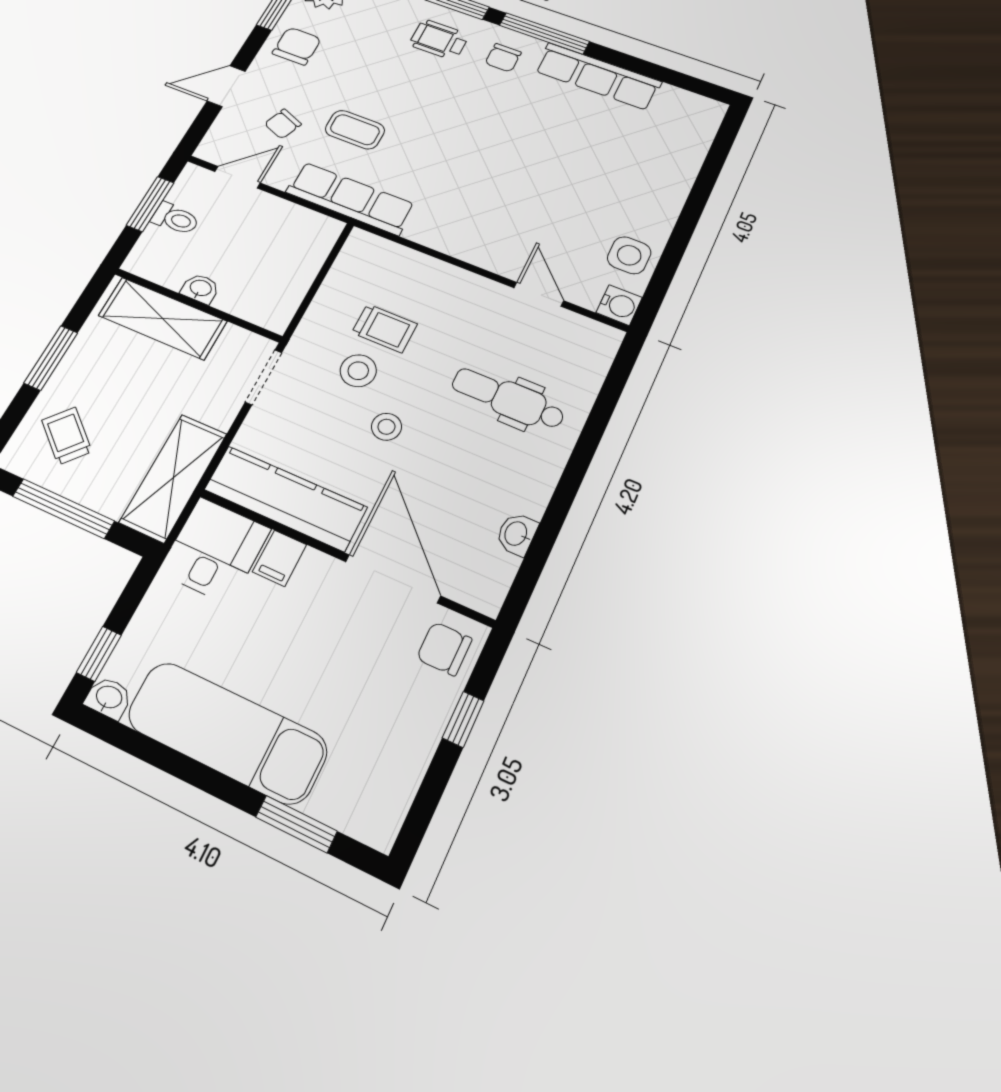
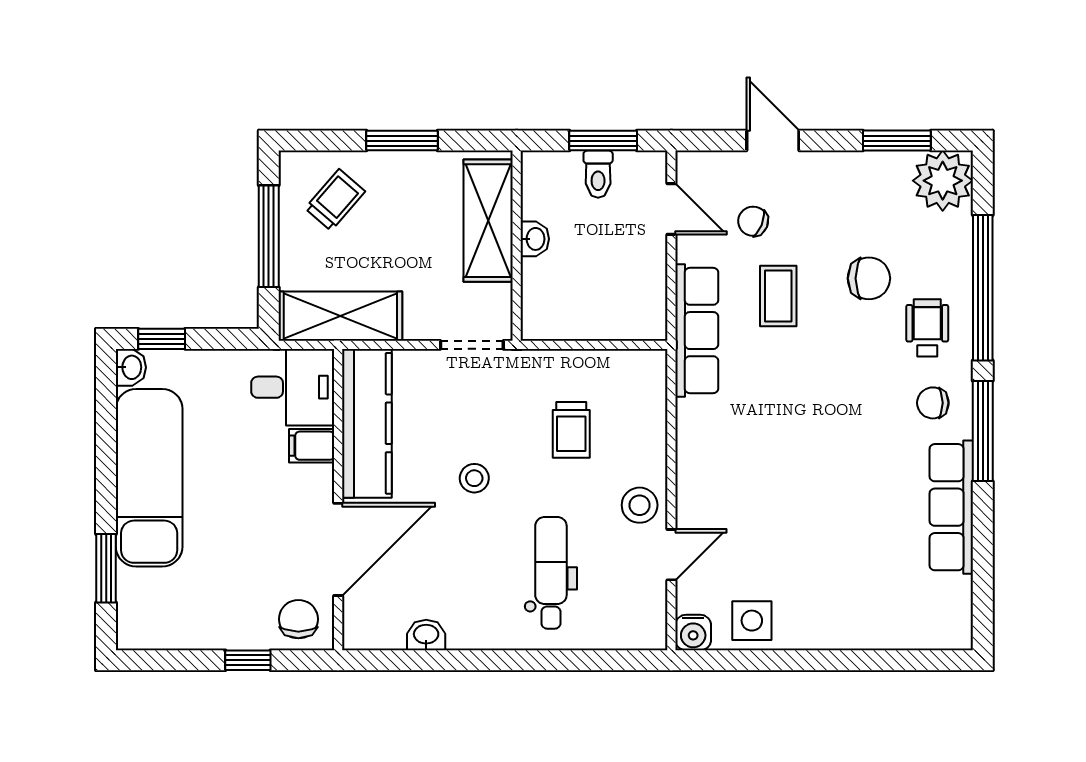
chair: (297, 46) -> (869, 278), moved
stool: (358, 371) -> (640, 505), moved

